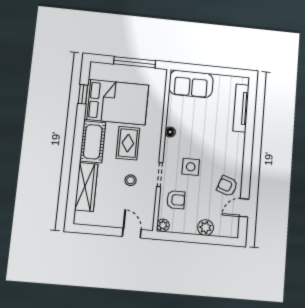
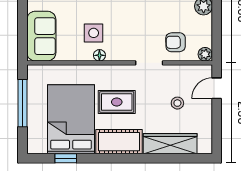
side table: (191, 167) -> (94, 33), moved
stool: (131, 180) -> (177, 103), moved
armchair: (176, 200) -> (176, 42), turned -91

